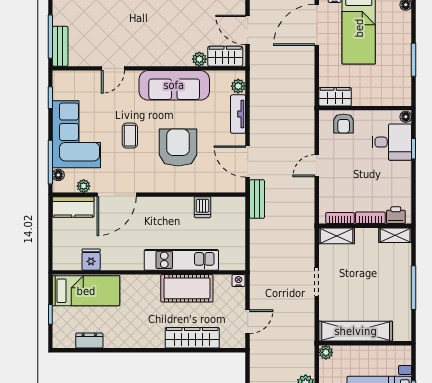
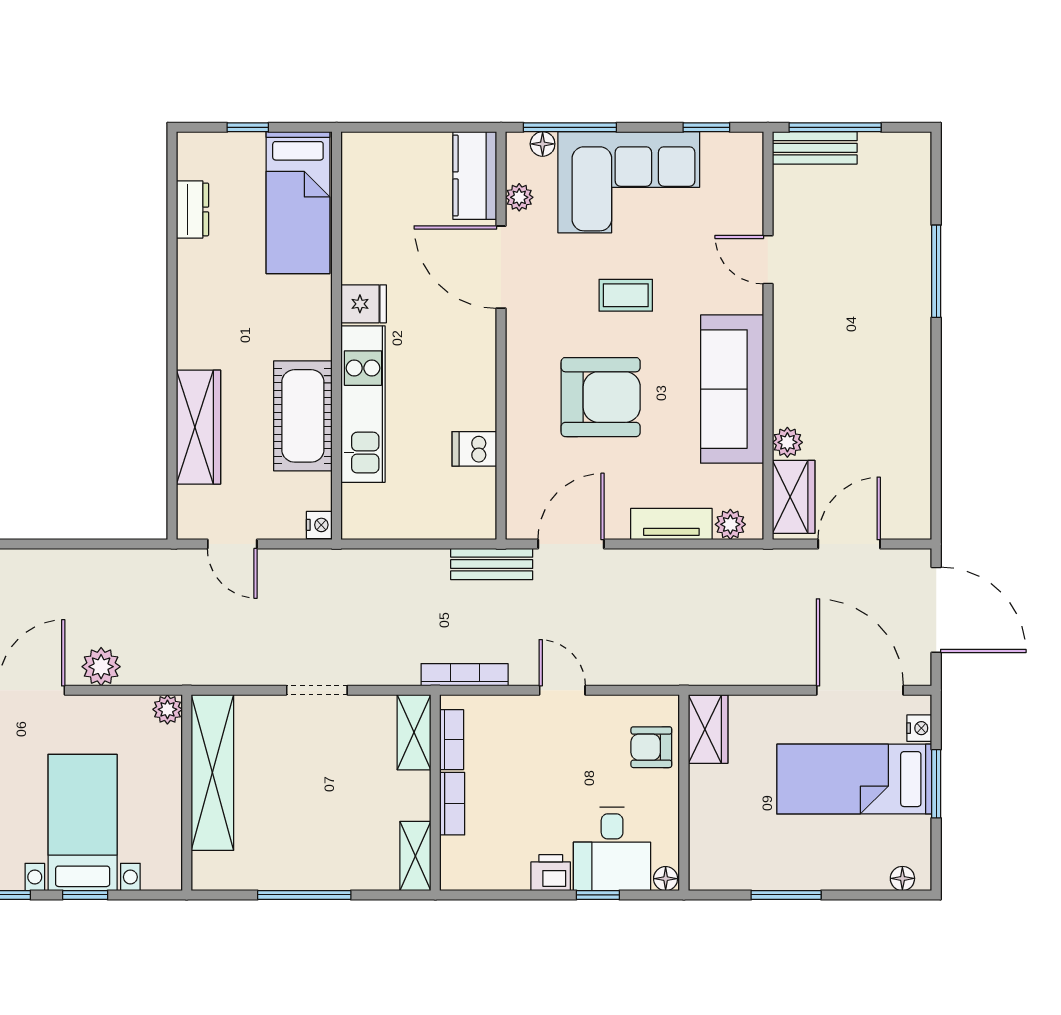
bookcase: (309, 212) -> (465, 675), added
printer: (396, 215) -> (551, 873), moved, turned -90
fridge: (91, 260) -> (364, 304), moved

